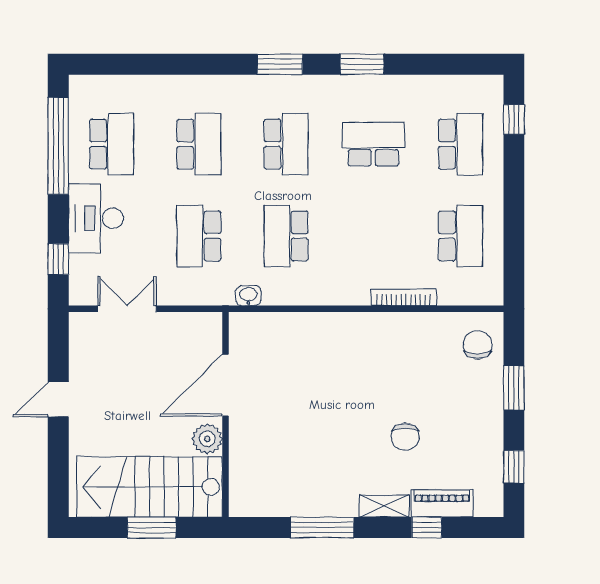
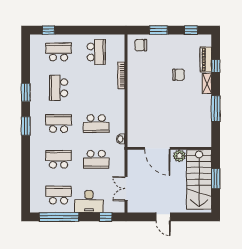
school desk: (461, 236) -> (96, 52), turned 90

